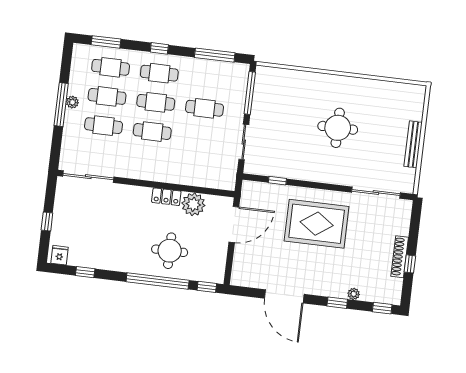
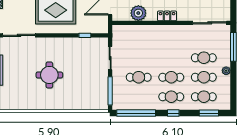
window: (215, 55) -> (136, 113), width x1.46
window: (61, 105) -> (233, 47), moved
cafe table: (152, 132) -> (171, 58), removed
locker: (166, 197) -> (167, 16), moved

